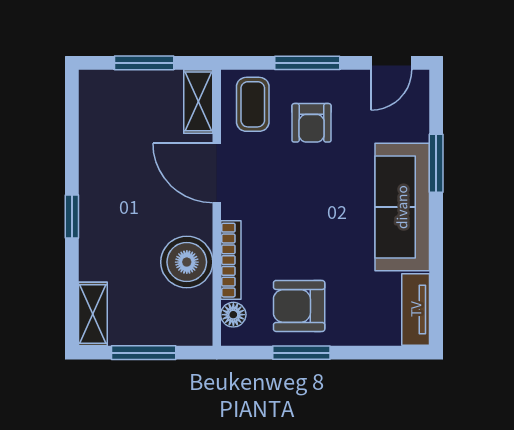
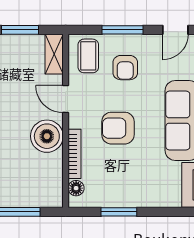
door: (217, 173) -> (66, 99), width x0.73
boiler: (187, 262) -> (47, 136), moved
armchair: (299, 306) -> (118, 128), moved

